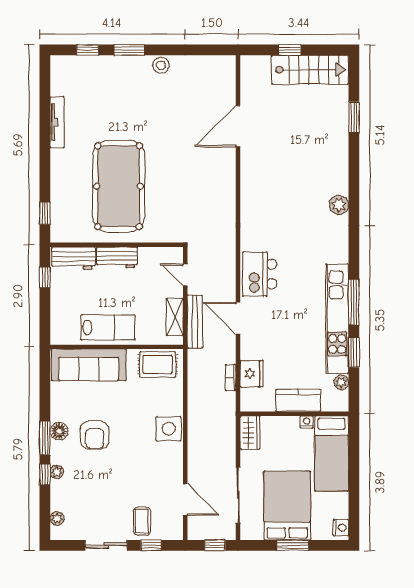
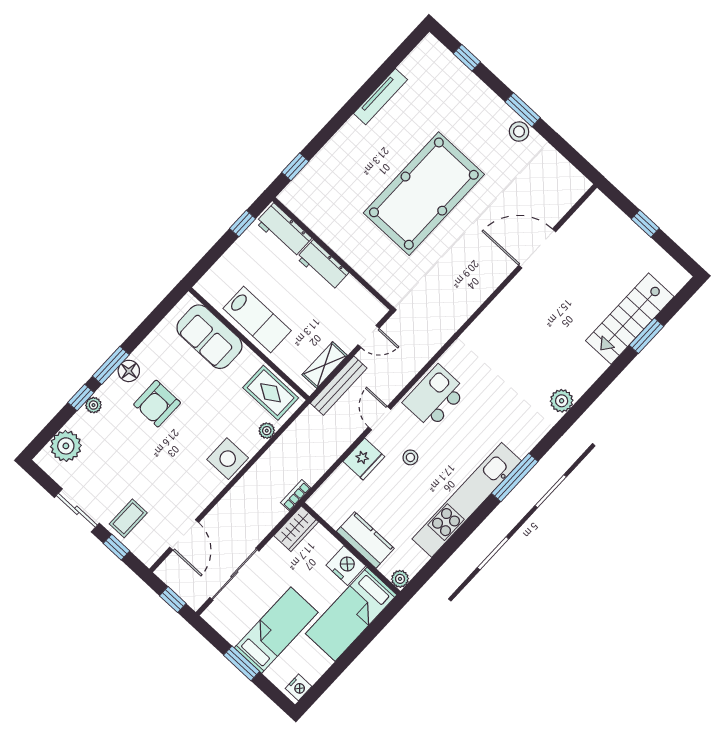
window: (129, 50) -> (523, 110), moved
stairs: (310, 70) -> (630, 319), moved, turned 90
pool table: (119, 186) -> (424, 194), moved
door: (185, 275) -> (368, 337), swing flipped
window: (354, 302) -> (515, 477), moved
door: (238, 318) -> (380, 418), width x0.73
stool: (279, 325) -> (410, 457), added
window: (354, 352) -> (454, 543), removed
sofa: (89, 365) -> (209, 337), width x0.73
fridge: (252, 374) -> (364, 459), moved
bookcase: (231, 377) -> (296, 495), moved
plant: (341, 382) -> (400, 579), moved
plant: (177, 390) -> (267, 431), added
nightstand: (307, 422) -> (346, 566), width x1.89, depth x1.79
bed: (287, 506) -> (276, 630), width x0.67
plant: (57, 518) -> (66, 446), width x1.87, depth x1.87

